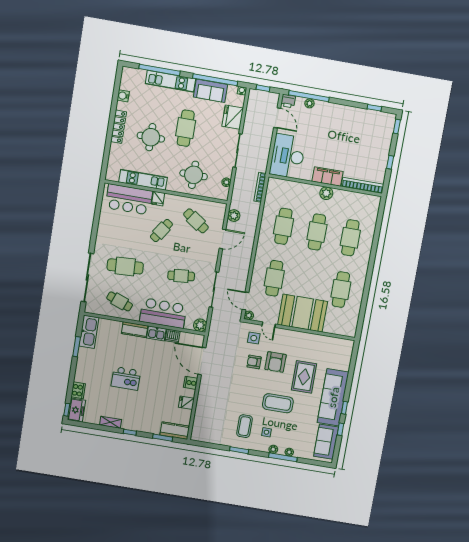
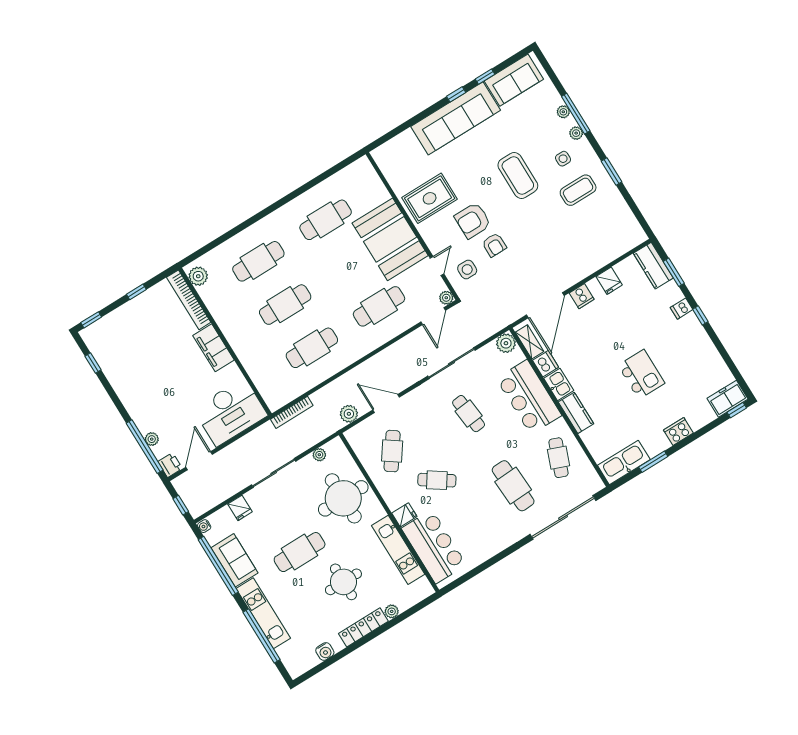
fridge: (233, 117) -> (240, 508), width x0.53, depth x0.75
plant: (114, 149) -> (392, 611), added
round table: (194, 175) -> (343, 498), width x1.36, depth x1.36
plant: (326, 193) -> (198, 276), moved
armchair: (276, 362) -> (473, 220), turned 180
rug: (304, 377) -> (430, 198), moved
cooker: (78, 390) -> (678, 431), moved
shelving: (111, 422) -> (530, 342), moved
dishwasher: (141, 426) -> (682, 309), added

